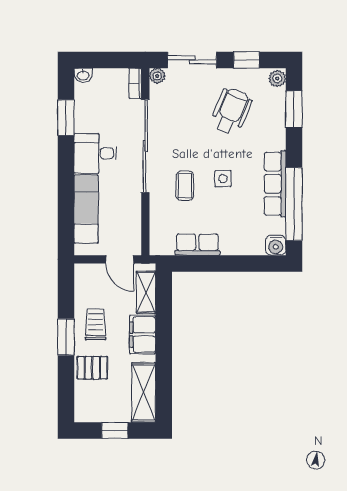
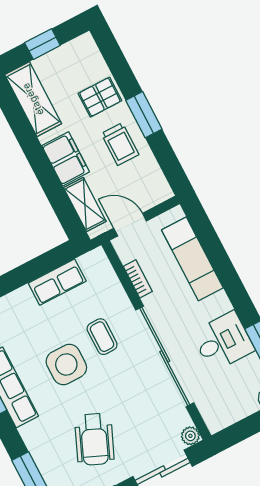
bookcase: (135, 83) -> (138, 279), moved
desk: (95, 153) -> (223, 341), moved
side table: (223, 179) -> (66, 365), width x1.87, depth x1.87

